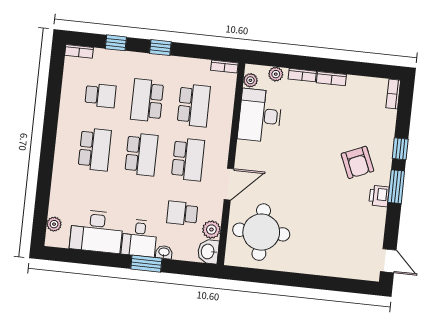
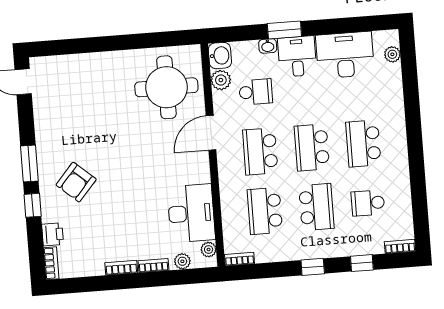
armchair: (357, 162) -> (76, 182), turned -116
printer: (379, 196) -> (53, 234), moved

